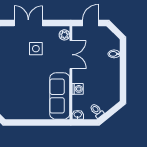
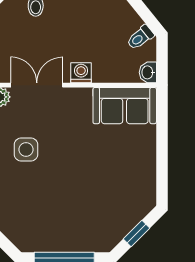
washing machine: (78, 89) -> (81, 73), moved
sofa: (60, 96) -> (125, 106), width x0.73

